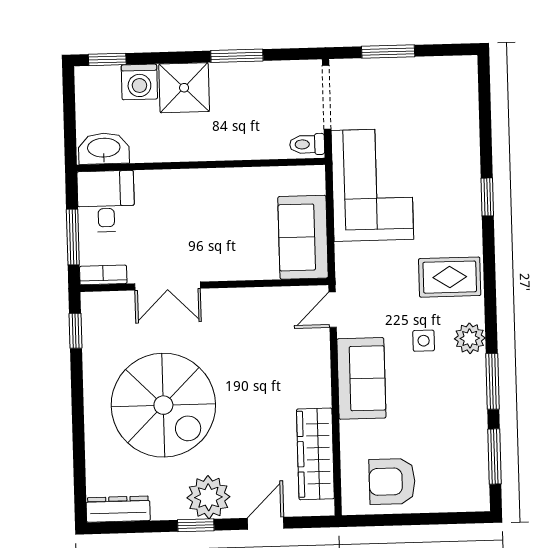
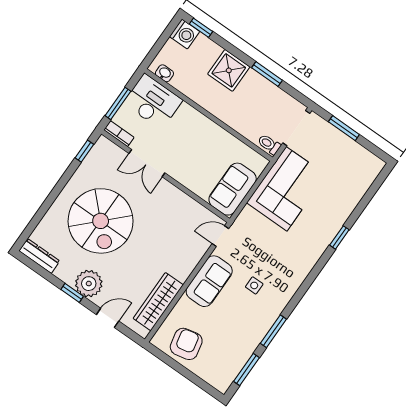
washing machine: (139, 82) -> (185, 34), moved, turned -90
washbasin: (104, 149) -> (164, 73), width x0.52, depth x0.69
desk: (106, 201) -> (153, 102), width x1.37
rug: (450, 277) -> (291, 263), removed
plant: (470, 338) -> (278, 301), removed
armchair: (392, 481) -> (186, 344), turned 78

